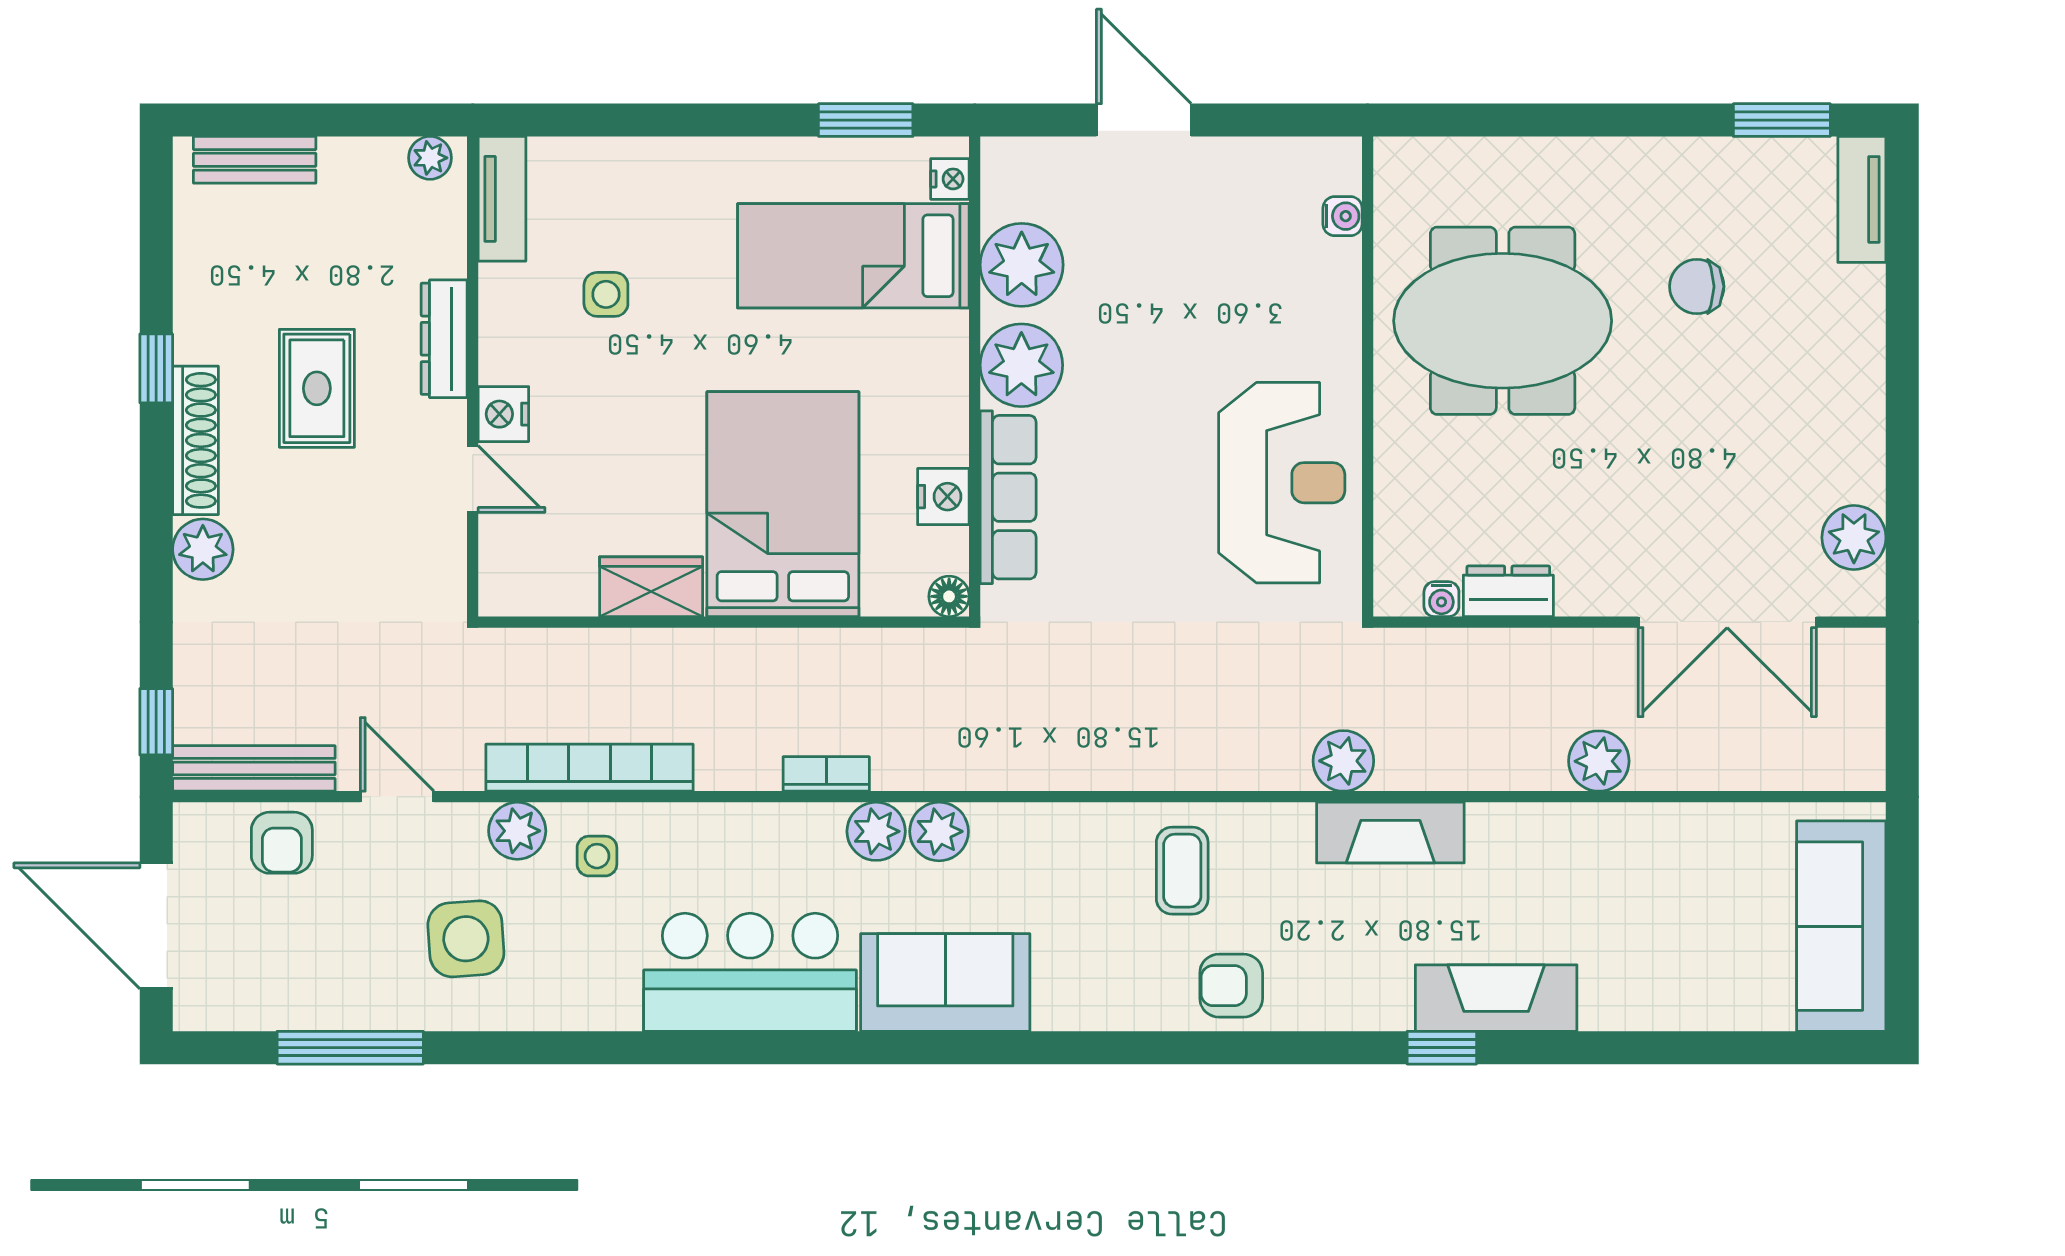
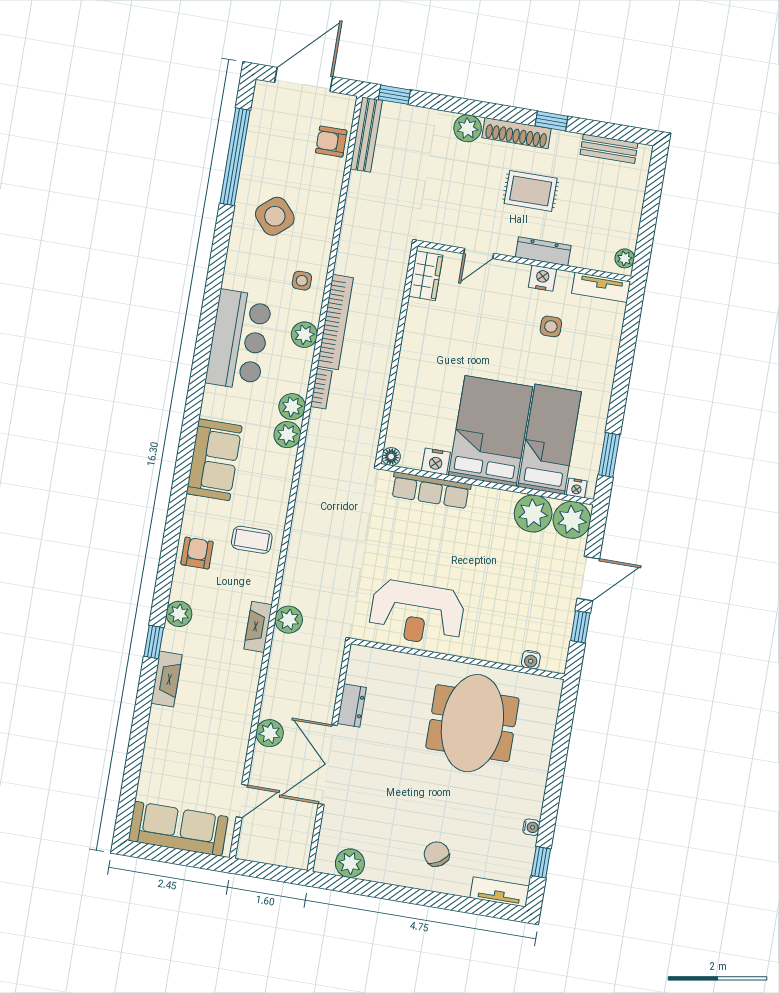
window: (1252, 120) -> (580, 627), added
window: (1782, 120) -> (541, 862), width x0.67
bench: (255, 160) -> (609, 149), moved, turned 90
chair: (1697, 287) -> (437, 854), moved, turned -33
plant: (1021, 365) -> (572, 520), moved
nightstand: (503, 414) -> (542, 278), moved
bed: (783, 504) -> (491, 431), moved, turned -90
wardrobe: (651, 587) -> (426, 276), moved
water cooler: (1441, 599) -> (531, 827), moved, turned 180
double door: (1727, 622) -> (328, 765), moved
bookcase: (589, 768) -> (335, 322), moved
door: (397, 797) -> (242, 801), moved
plant: (517, 831) -> (304, 335), moved
fireplace: (1390, 833) -> (258, 627), width x0.73, depth x0.76
side table: (466, 939) -> (275, 216), turned -37
sofa: (945, 982) -> (214, 460), moved
fireplace: (1496, 998) -> (167, 679), width x0.73, depth x0.76
plant: (1371, 1003) -> (179, 614), added
window: (350, 1048) -> (235, 157), width x1.46

